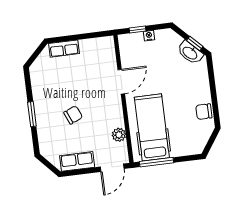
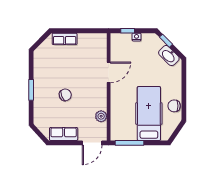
window: (195, 43) -> (166, 41), moved
hospital bed: (152, 127) -> (149, 114), moved

